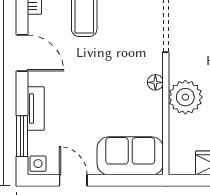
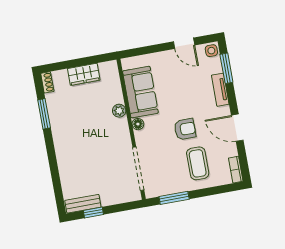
armchair: (93, 64) -> (185, 129), added
plant: (185, 97) -> (119, 111), width x0.53, depth x0.53
sofa: (130, 156) -> (140, 92), moved, turned -90

